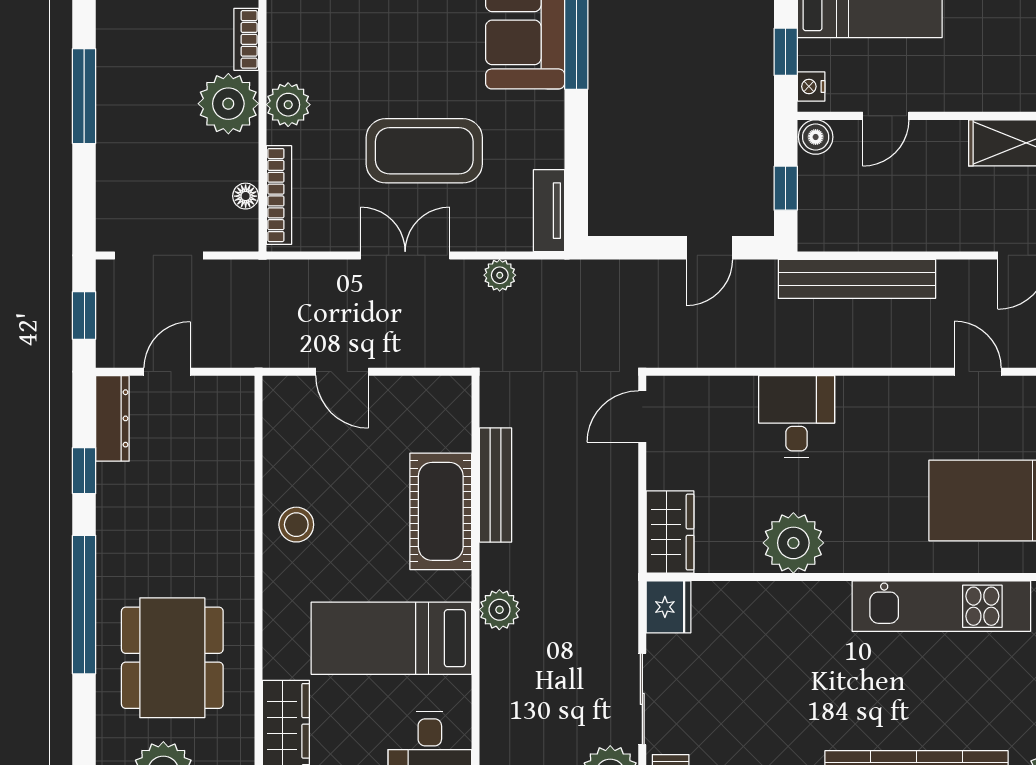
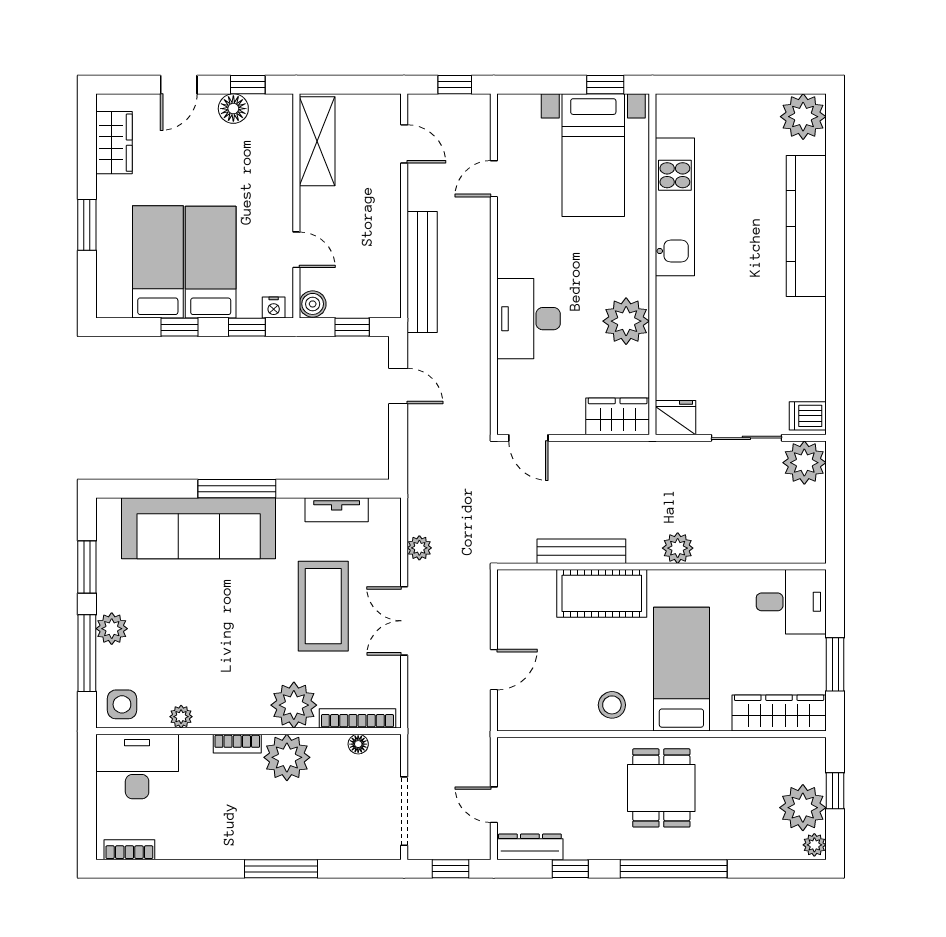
plant: (288, 105) -> (294, 705), width x1.36, depth x1.36
tv unit: (549, 211) -> (337, 510), moved
desk: (797, 417) -> (528, 319), width x1.37
bed: (391, 638) -> (681, 669), moved, turned 180
dining table: (172, 658) -> (661, 788), moved, width x0.73

